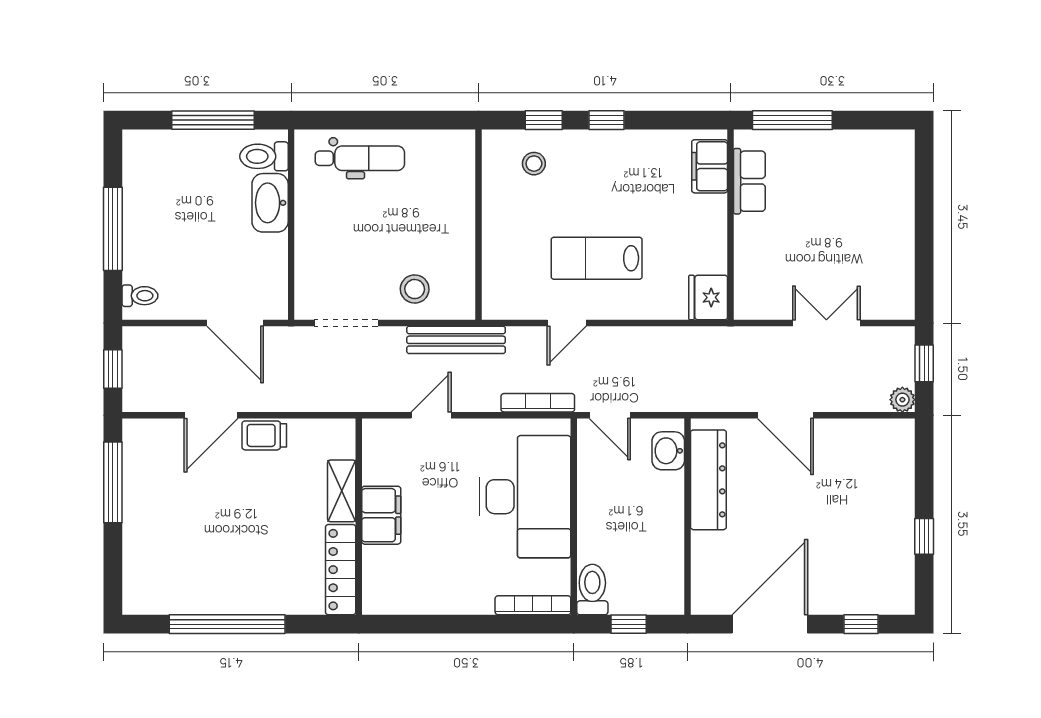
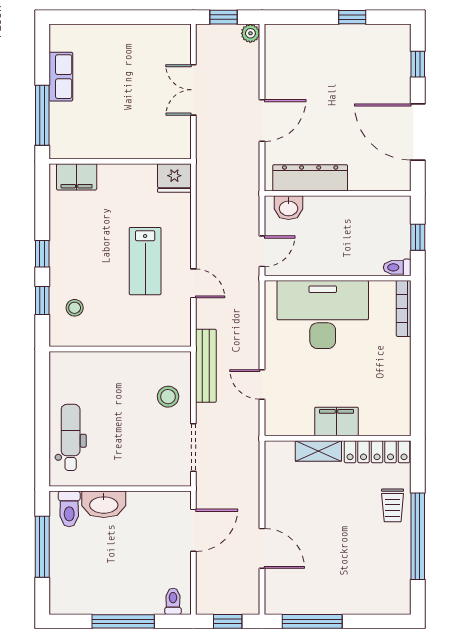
row of seats: (749, 181) -> (61, 77), moved, turned 90
bookcase: (538, 403) -> (253, 305), removed
trolley: (264, 435) -> (393, 505), moved
toilet: (592, 590) -> (397, 267), width x0.73, depth x0.72

